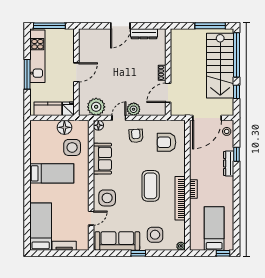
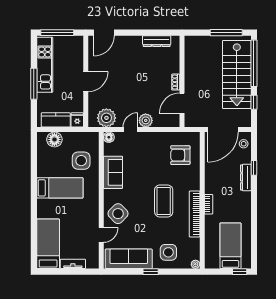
door: (120, 26) -> (104, 33), moved
floor lamp: (64, 127) -> (54, 139), moved
armchair: (136, 136) -> (148, 148), removed
side table: (107, 198) -> (118, 214), turned 45

